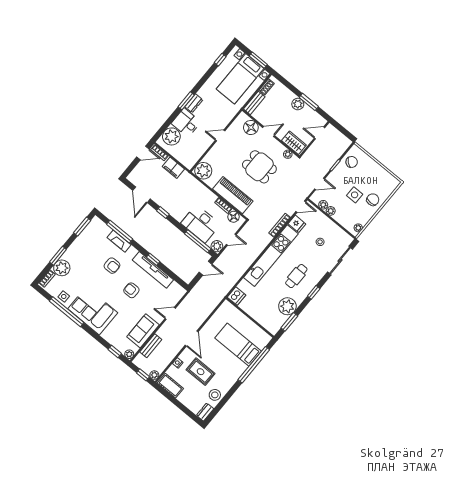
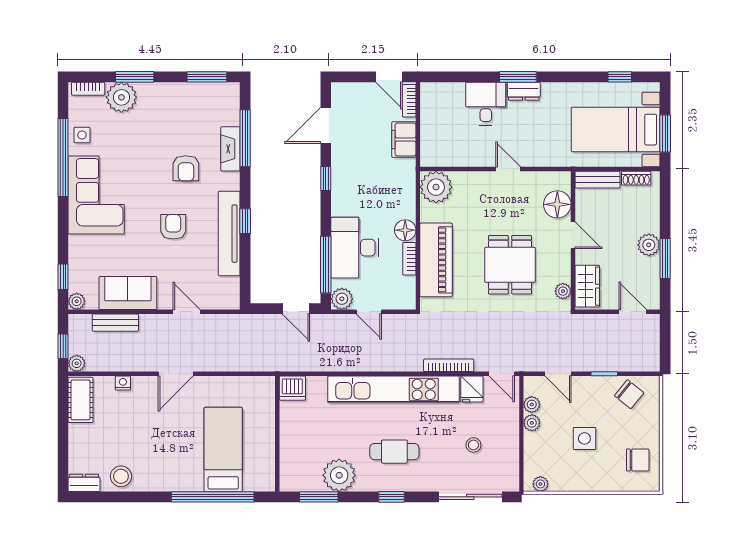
plant: (171, 136) -> (448, 99), removed
chair: (373, 200) -> (638, 460), moved
floor lamp: (234, 217) -> (405, 230), moved
rug: (201, 372) -> (138, 427), removed

